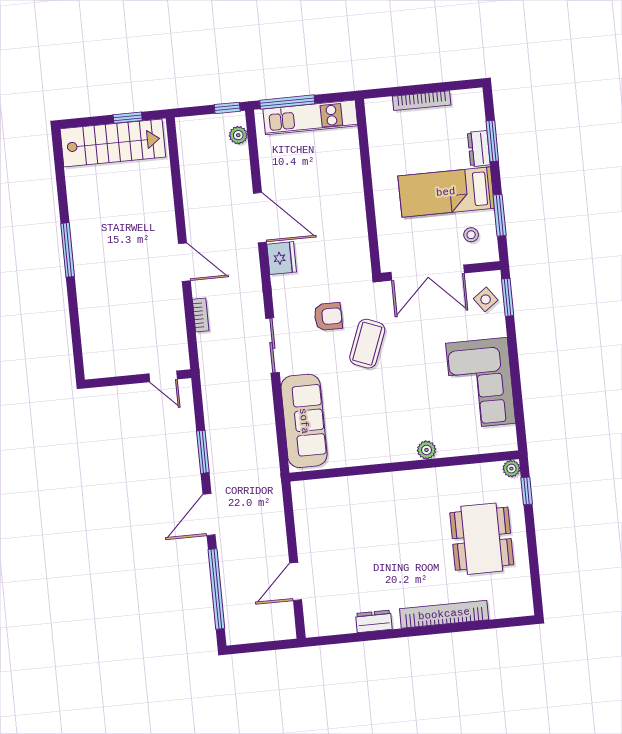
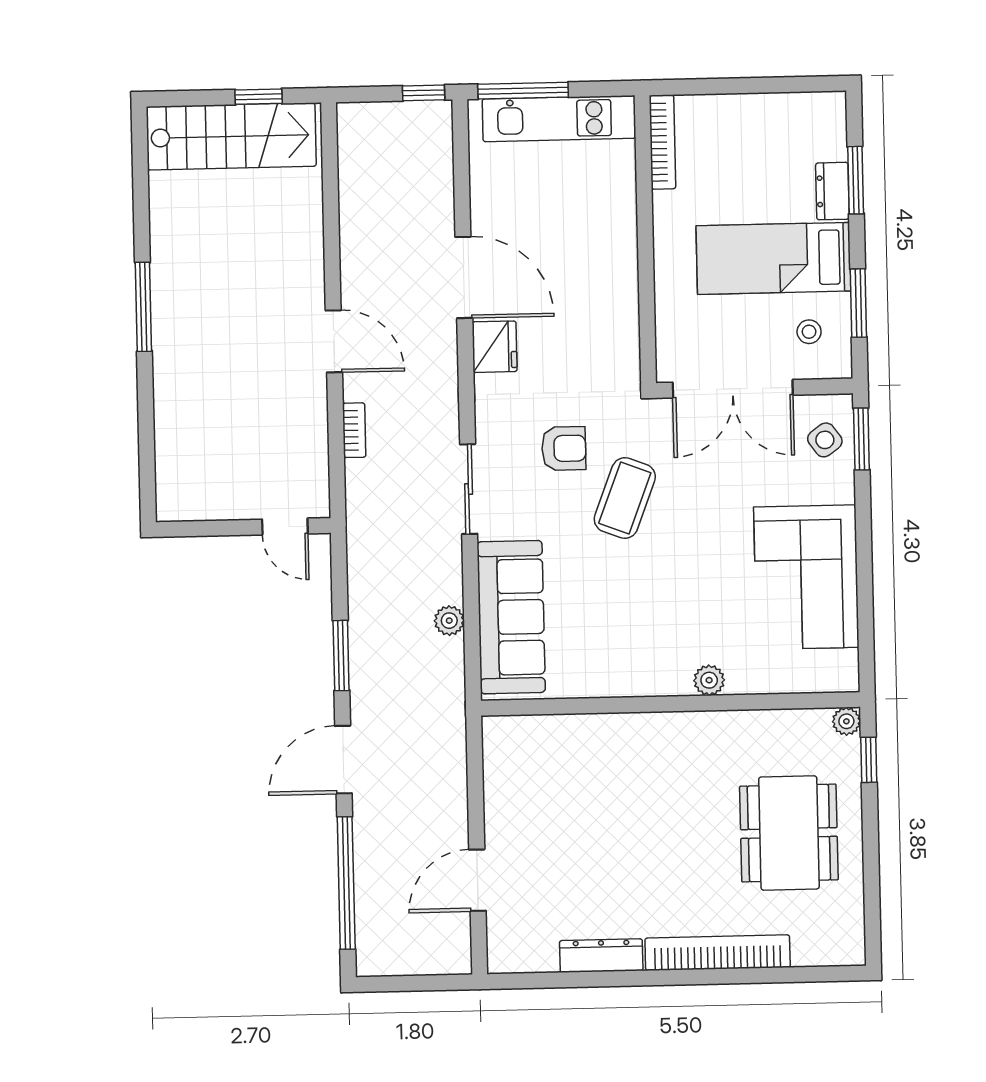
bookcase: (422, 101) -> (662, 142), moved, turned -90
plant: (238, 135) -> (449, 621), moved
dresser: (374, 621) -> (601, 956), width x1.44

